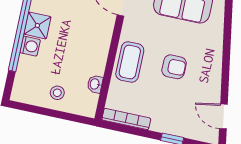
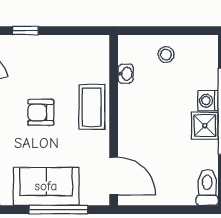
bookcase: (126, 119) -> (82, 42), removed

